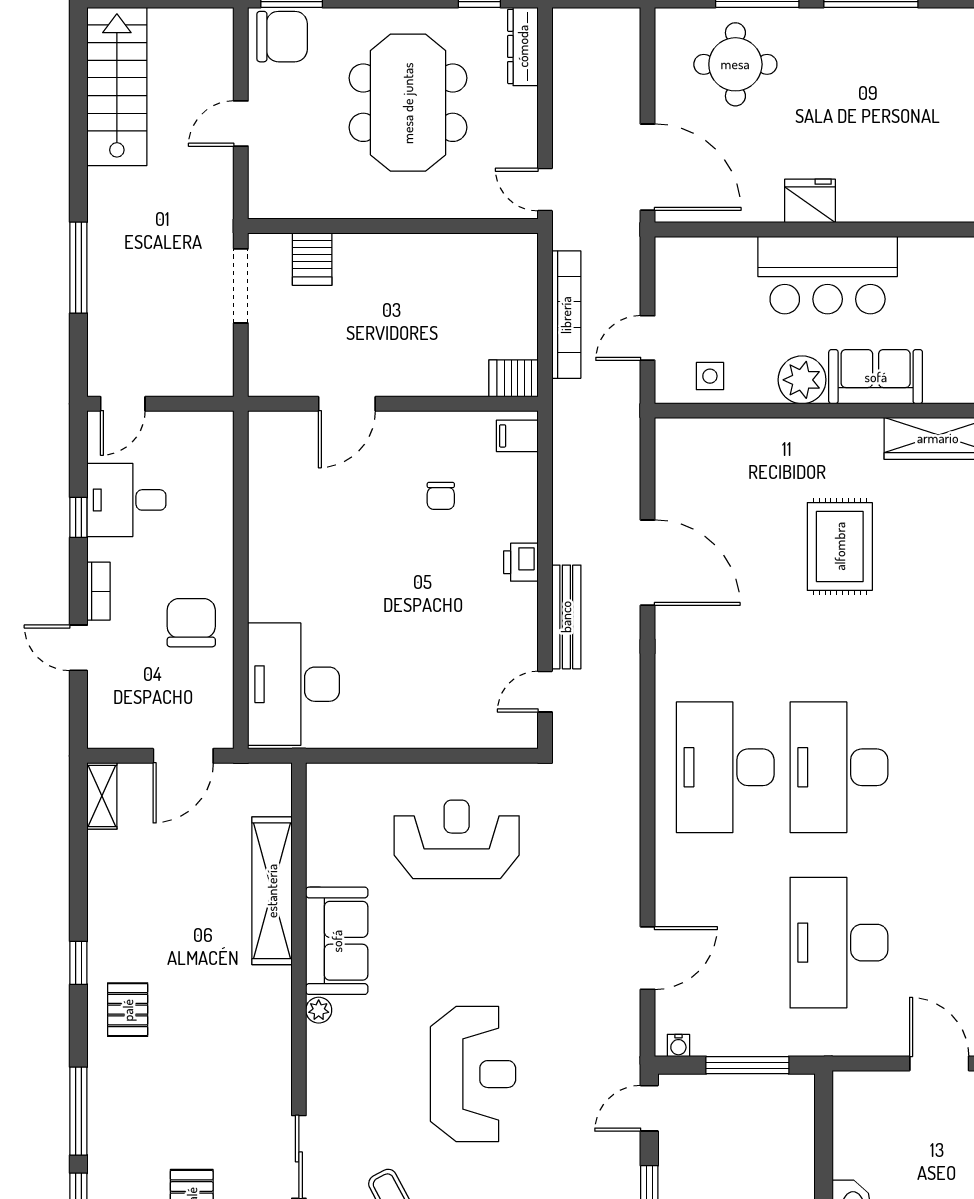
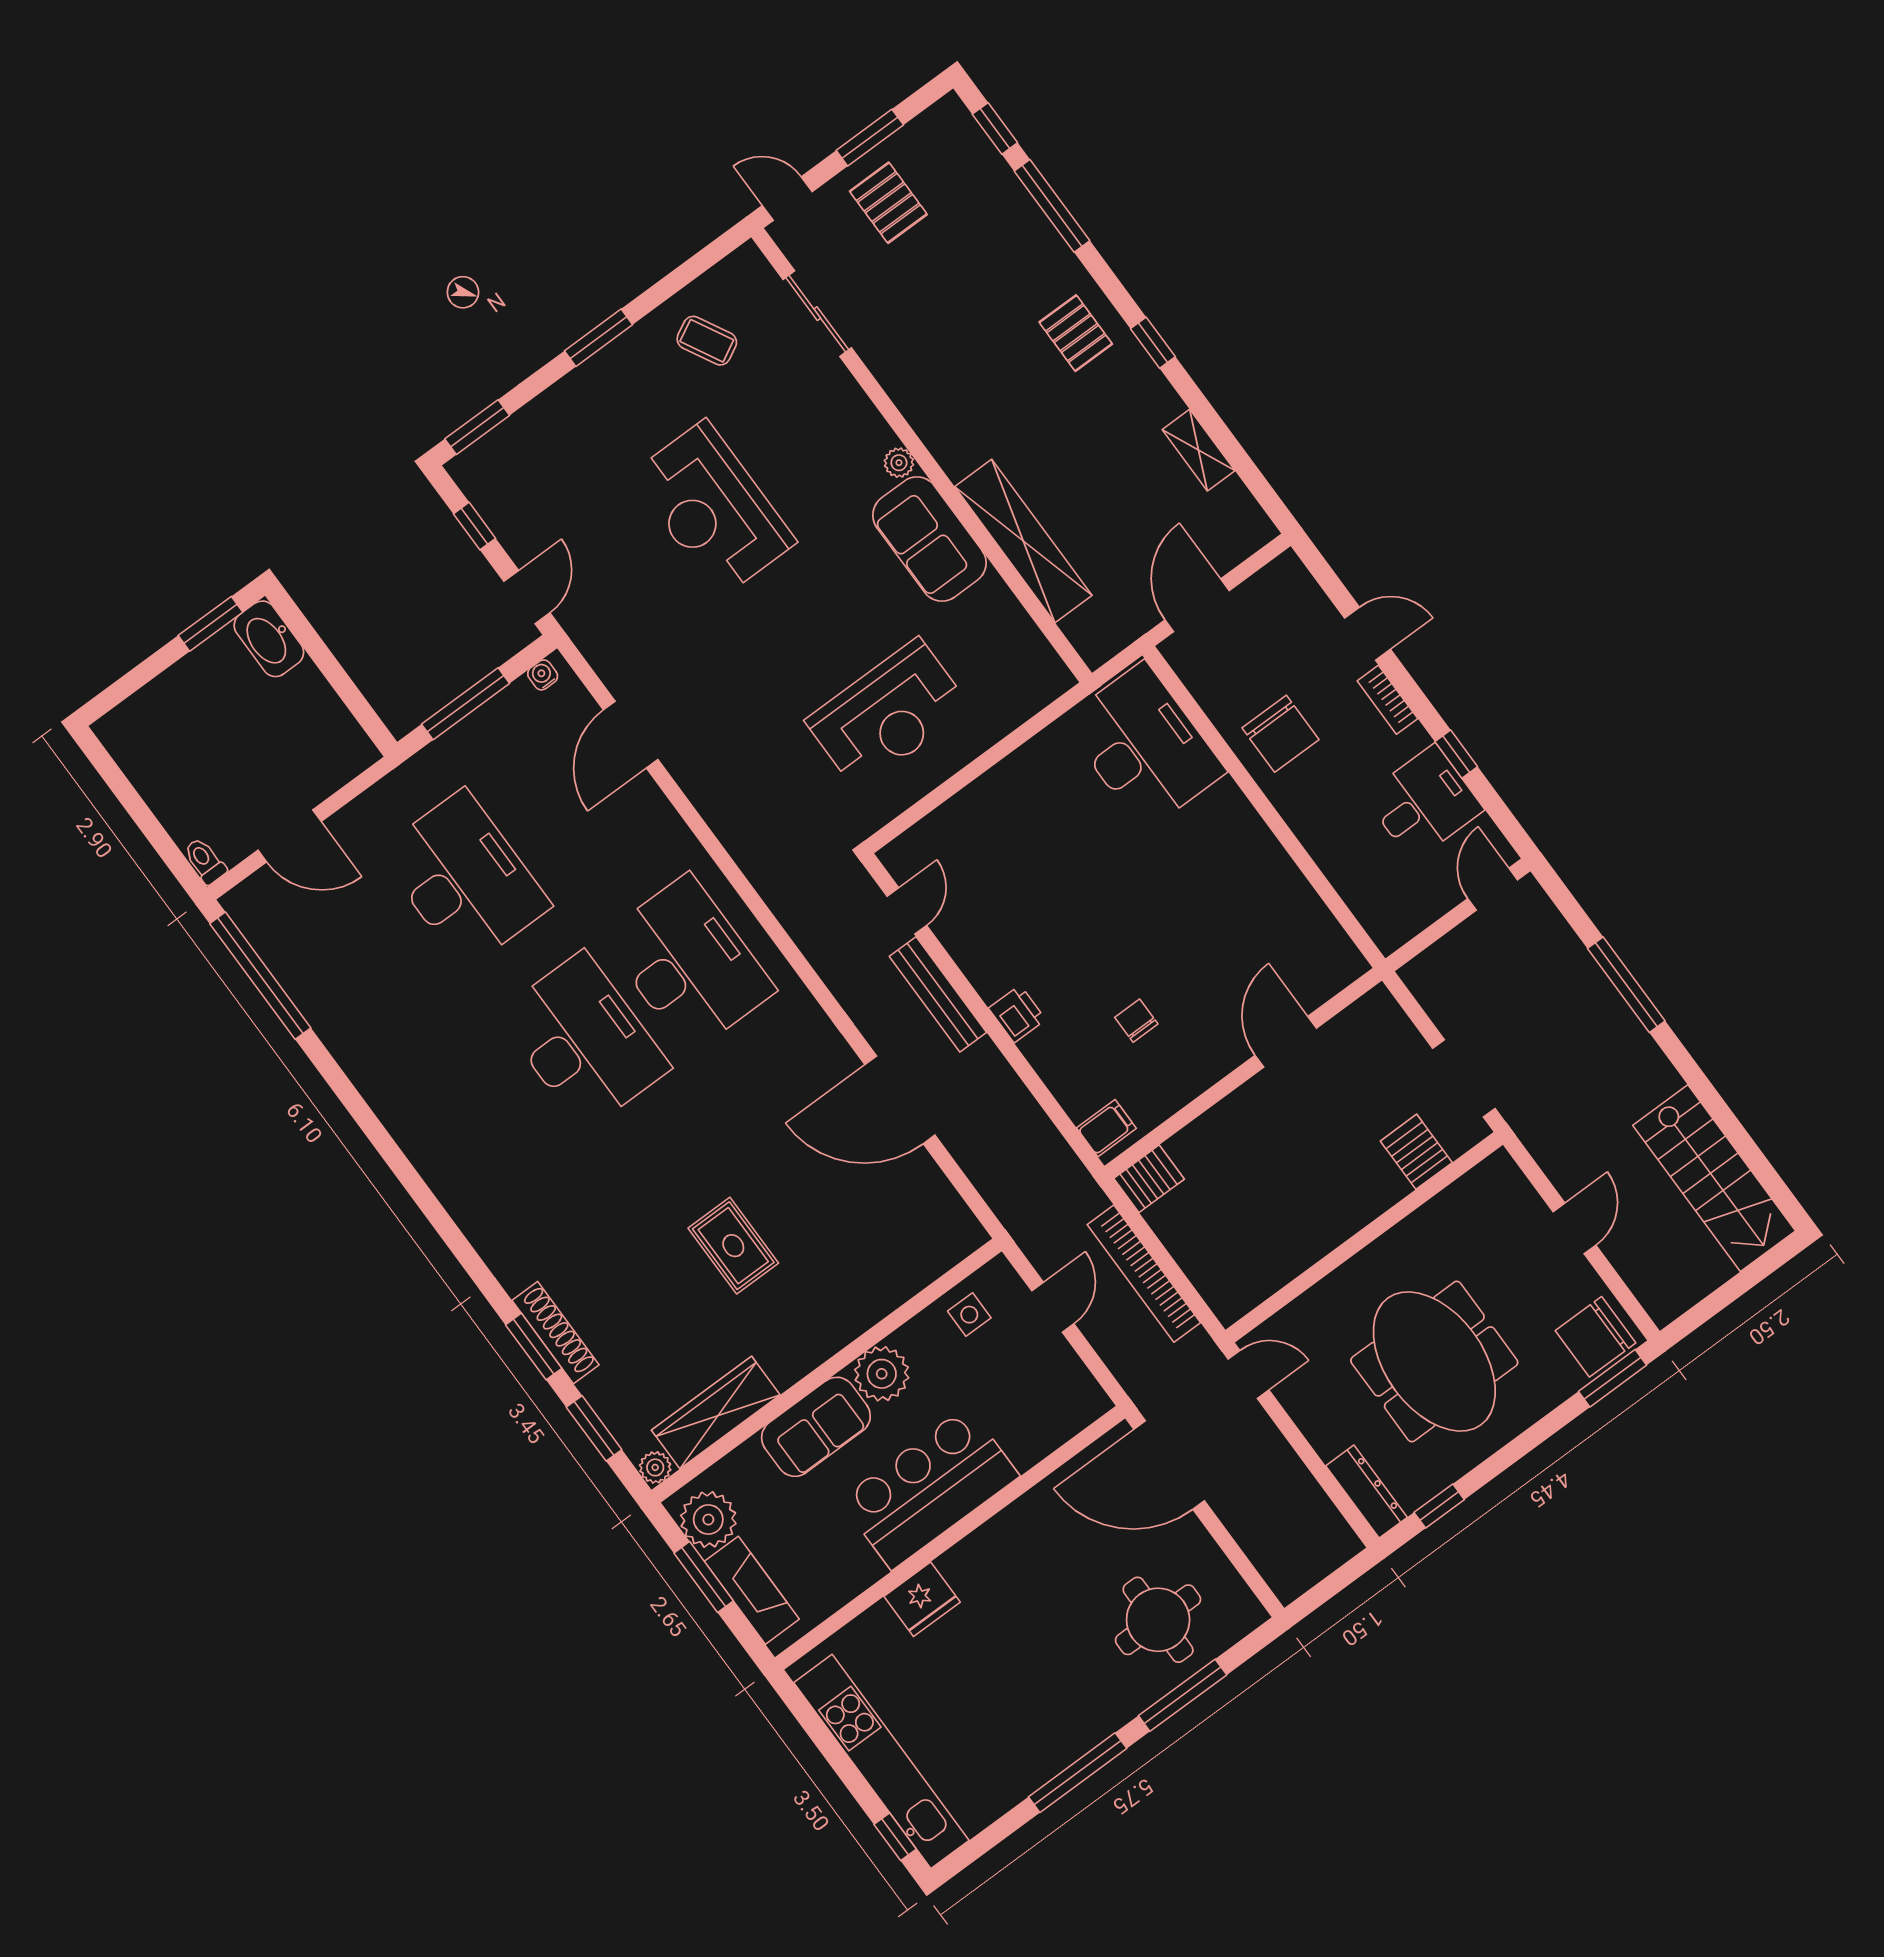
fridge: (810, 201) -> (922, 1599), moved
rug: (840, 546) -> (733, 1246), width x0.73, depth x0.70
shelving: (102, 796) -> (1199, 450), moved

